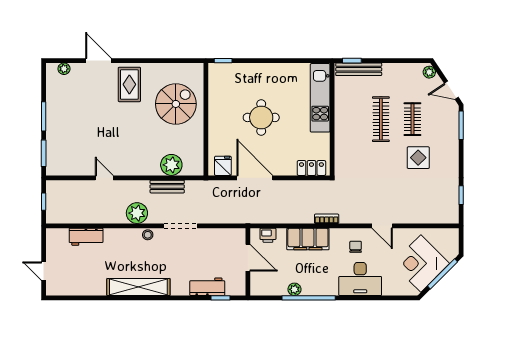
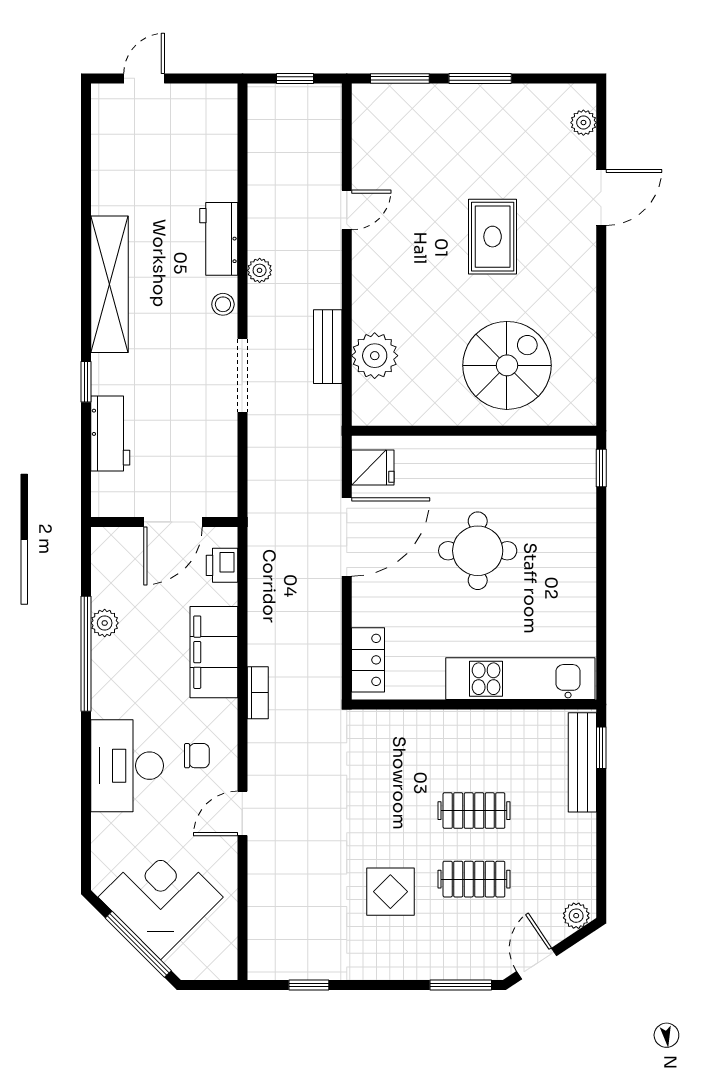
rug: (129, 84) -> (493, 237), moved, turned 90
spiral stairs: (176, 104) -> (507, 365), turned -90
clothes rail: (381, 119) -> (474, 811), width x0.73
plant: (137, 213) -> (260, 270), width x0.53, depth x0.53
workbench: (86, 237) -> (219, 239), moved
window: (220, 298) -> (86, 382), moved

